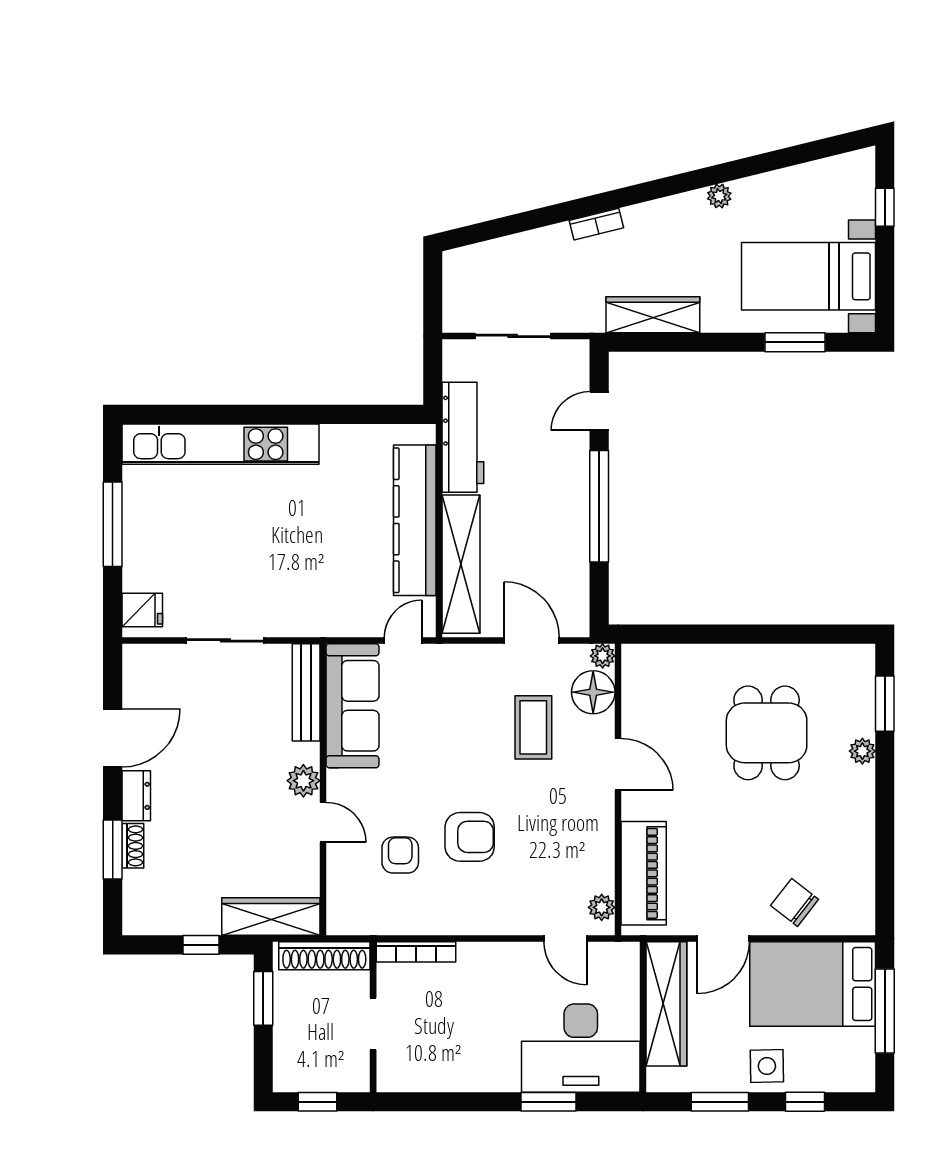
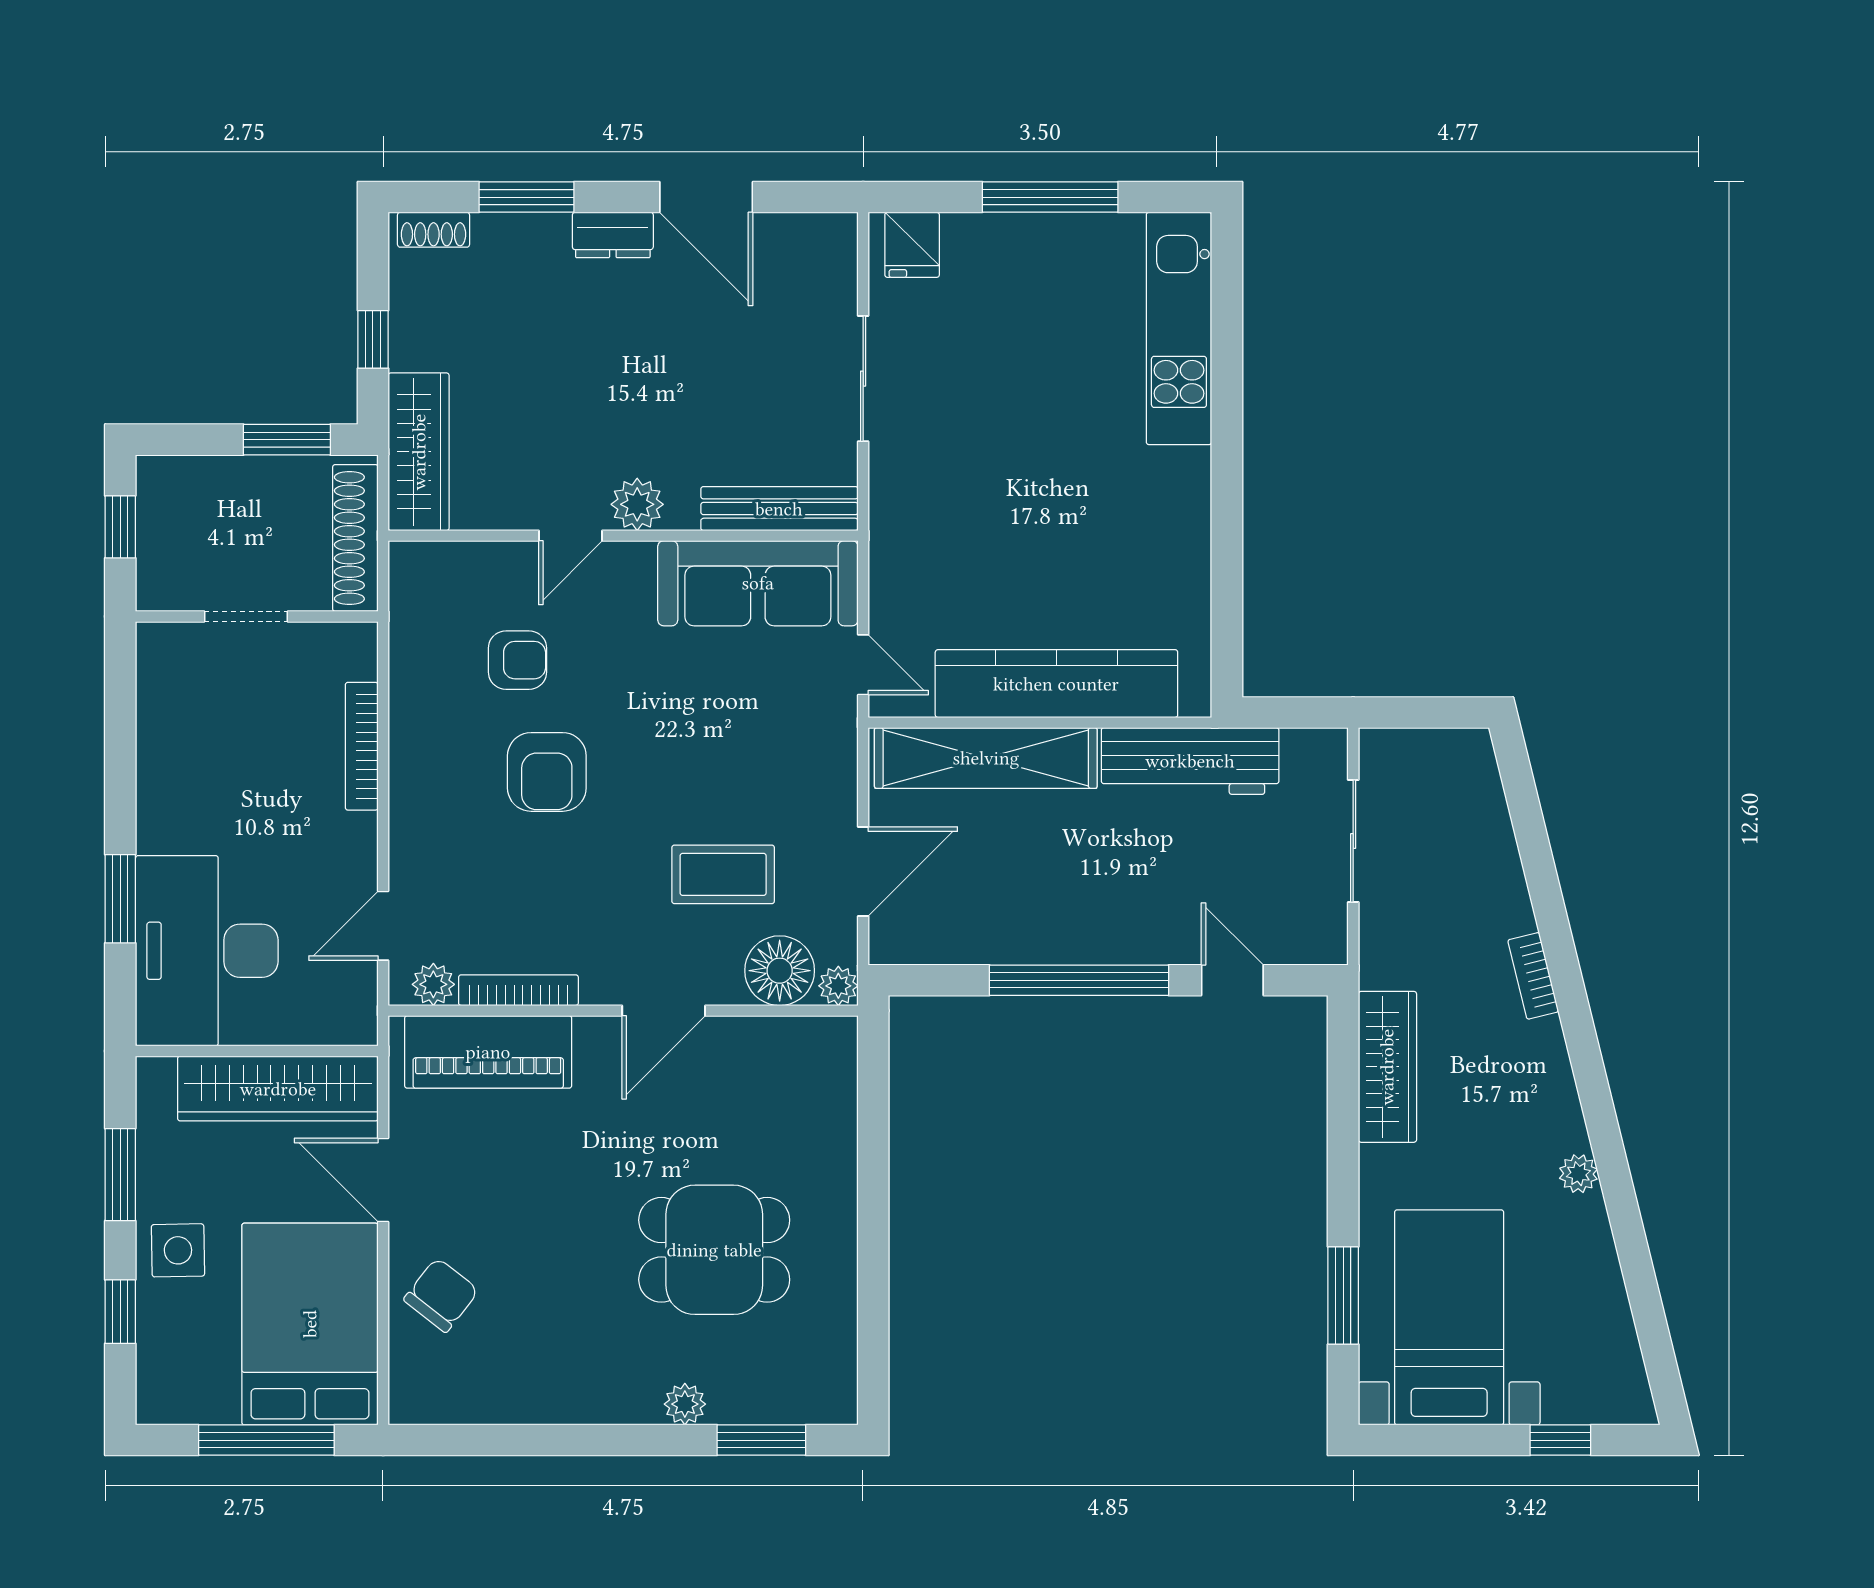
kitchen unit: (220, 444) -> (1179, 328), width x0.73
shoe rack: (133, 846) -> (434, 230), moved
bookcase: (605, 854) -> (518, 990), added
bookcase: (416, 952) -> (362, 746), moved

